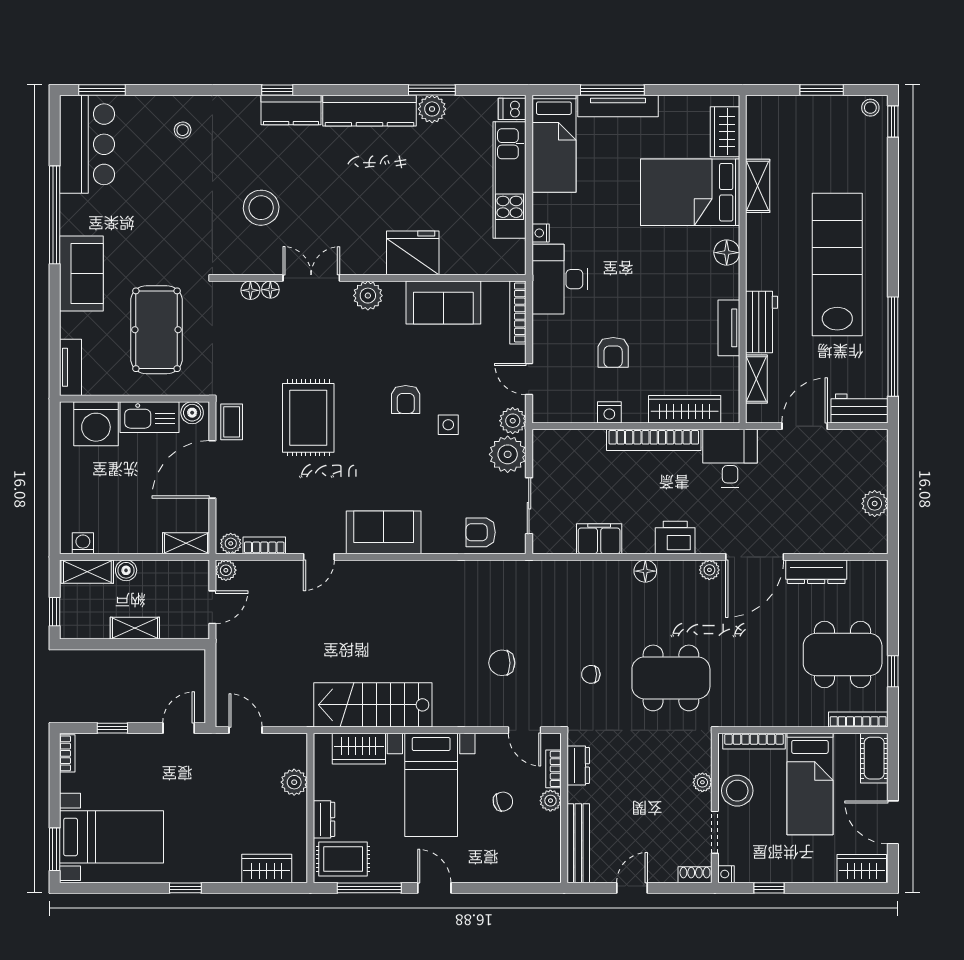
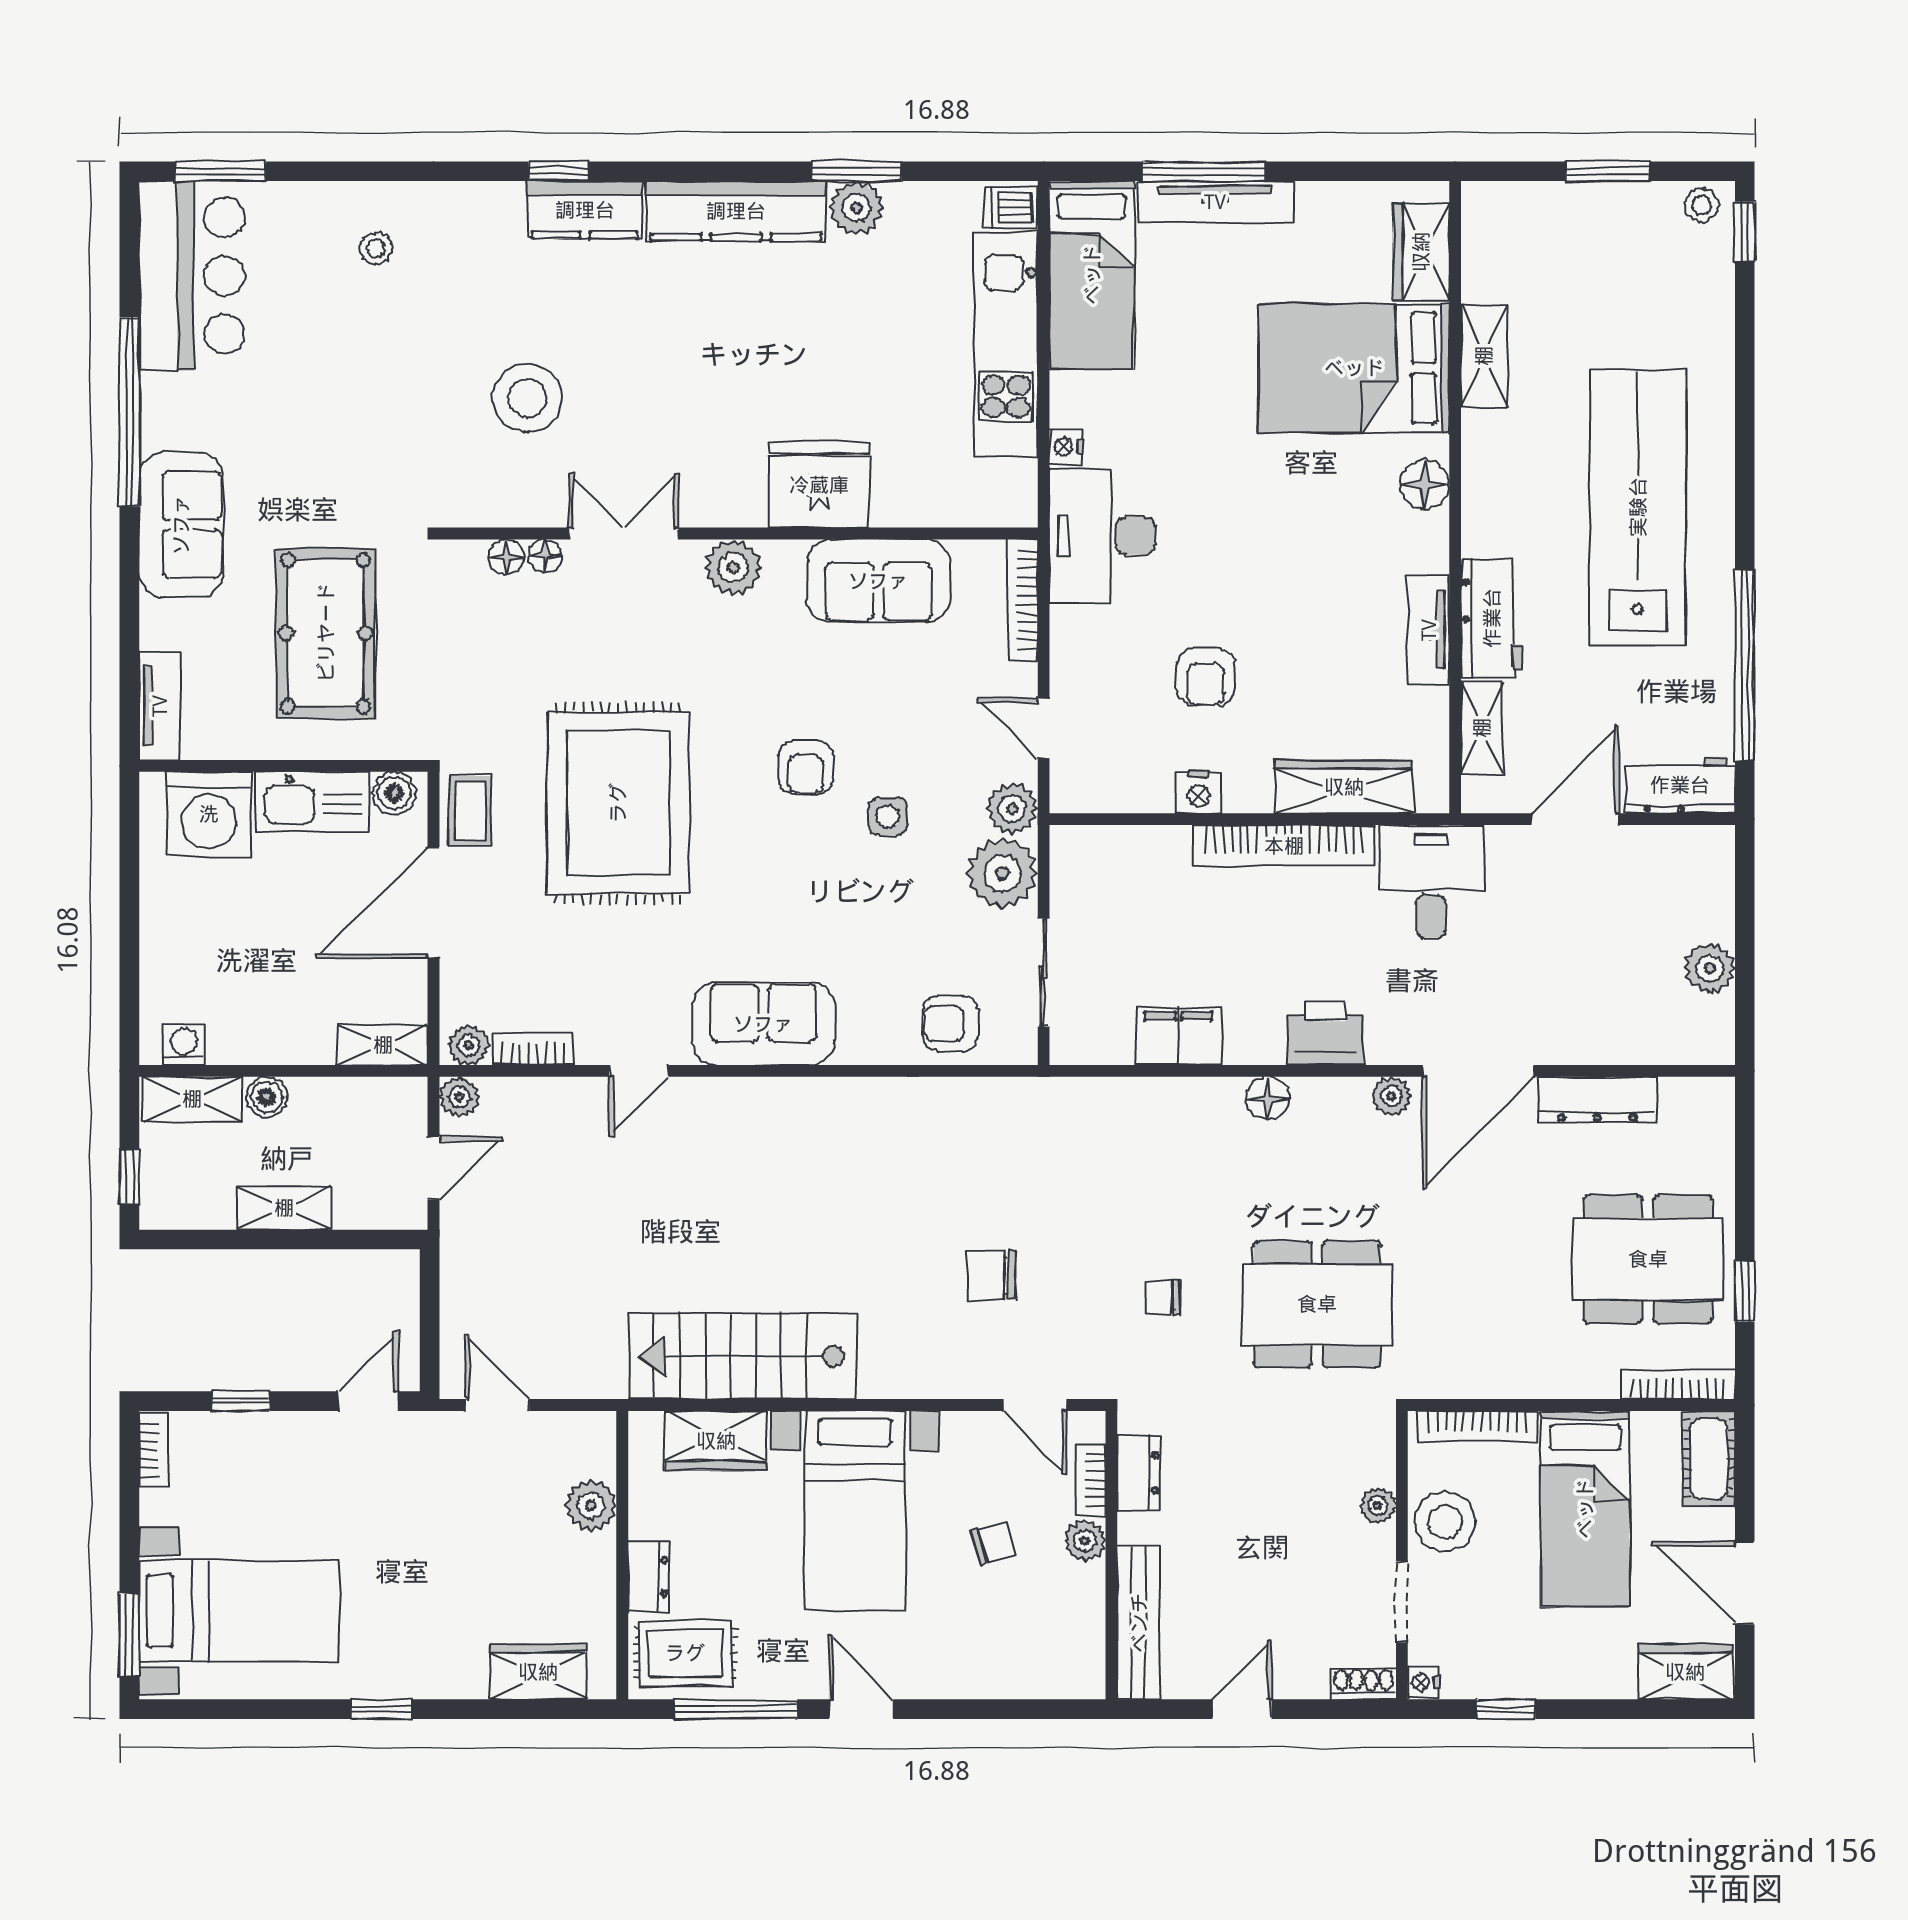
rug: (308, 418) -> (618, 803), width x1.37, depth x1.44

